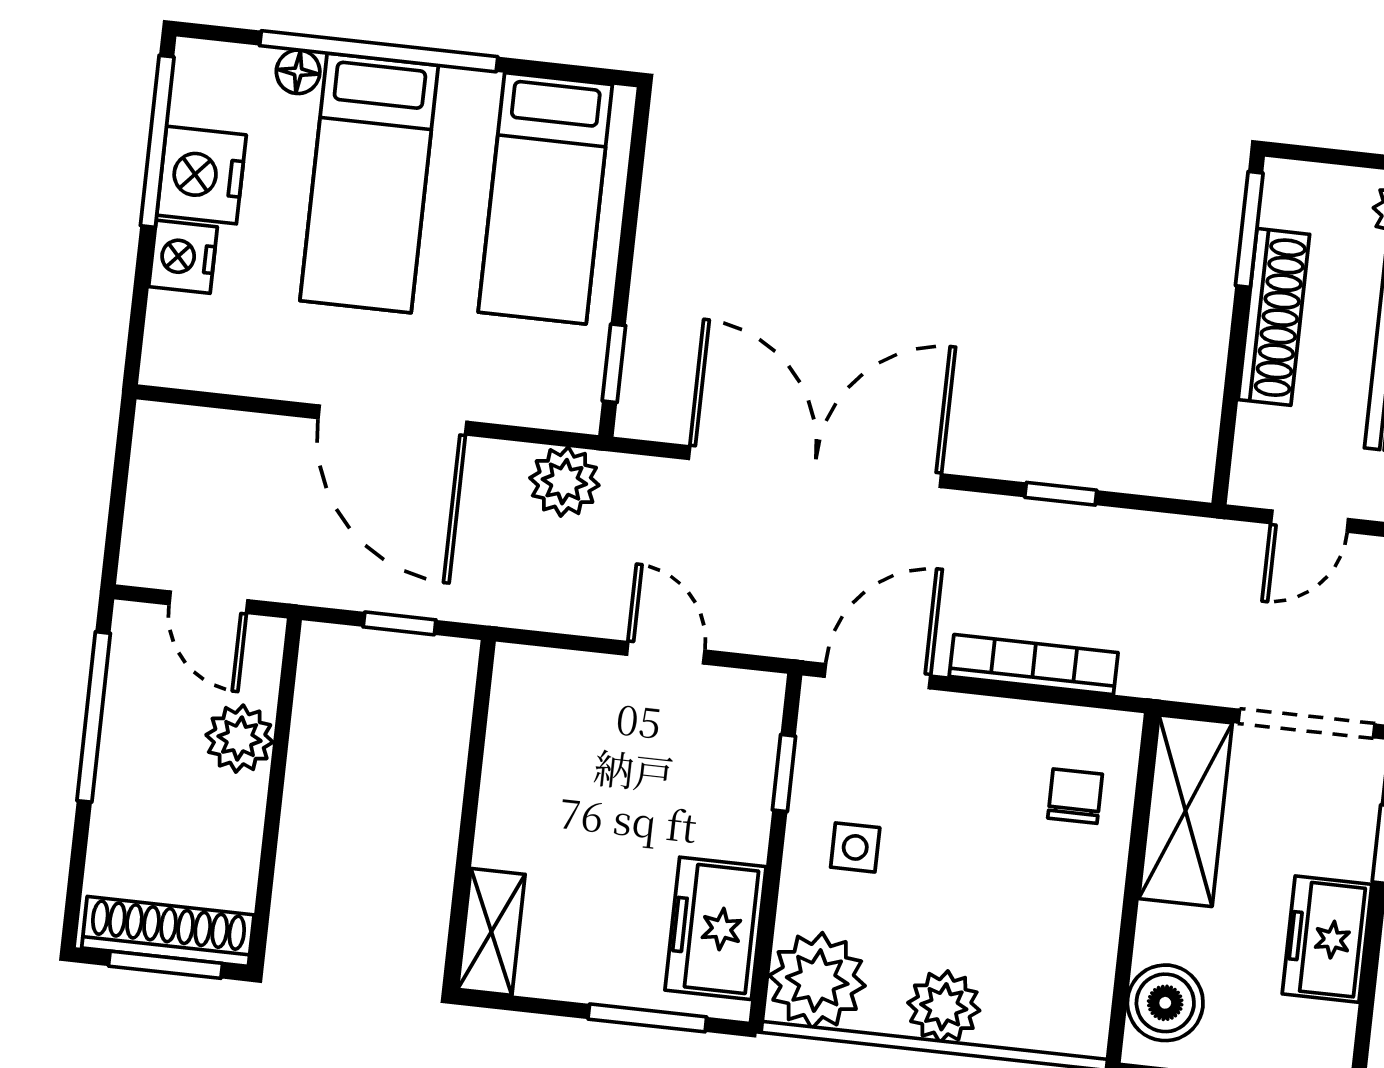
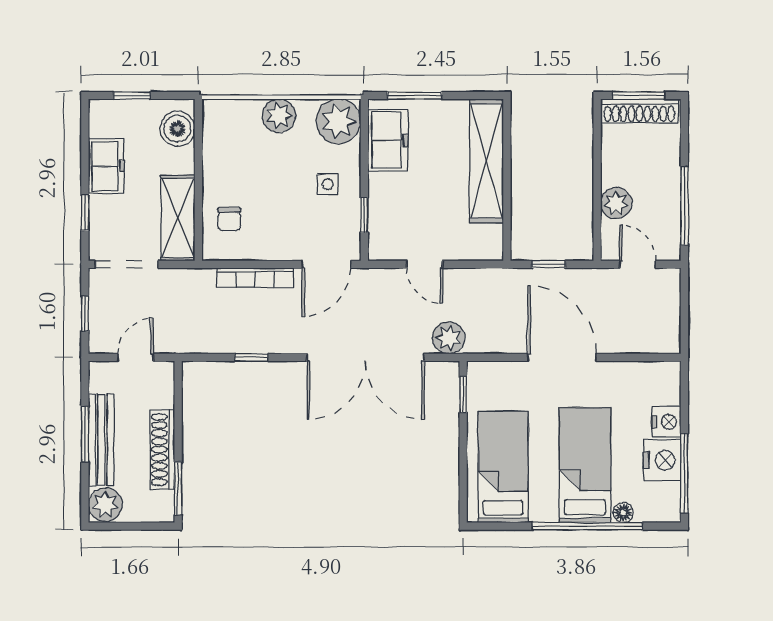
plant: (564, 482) -> (449, 338), moved
shelving: (491, 932) -> (486, 161), width x2.20, depth x1.33

